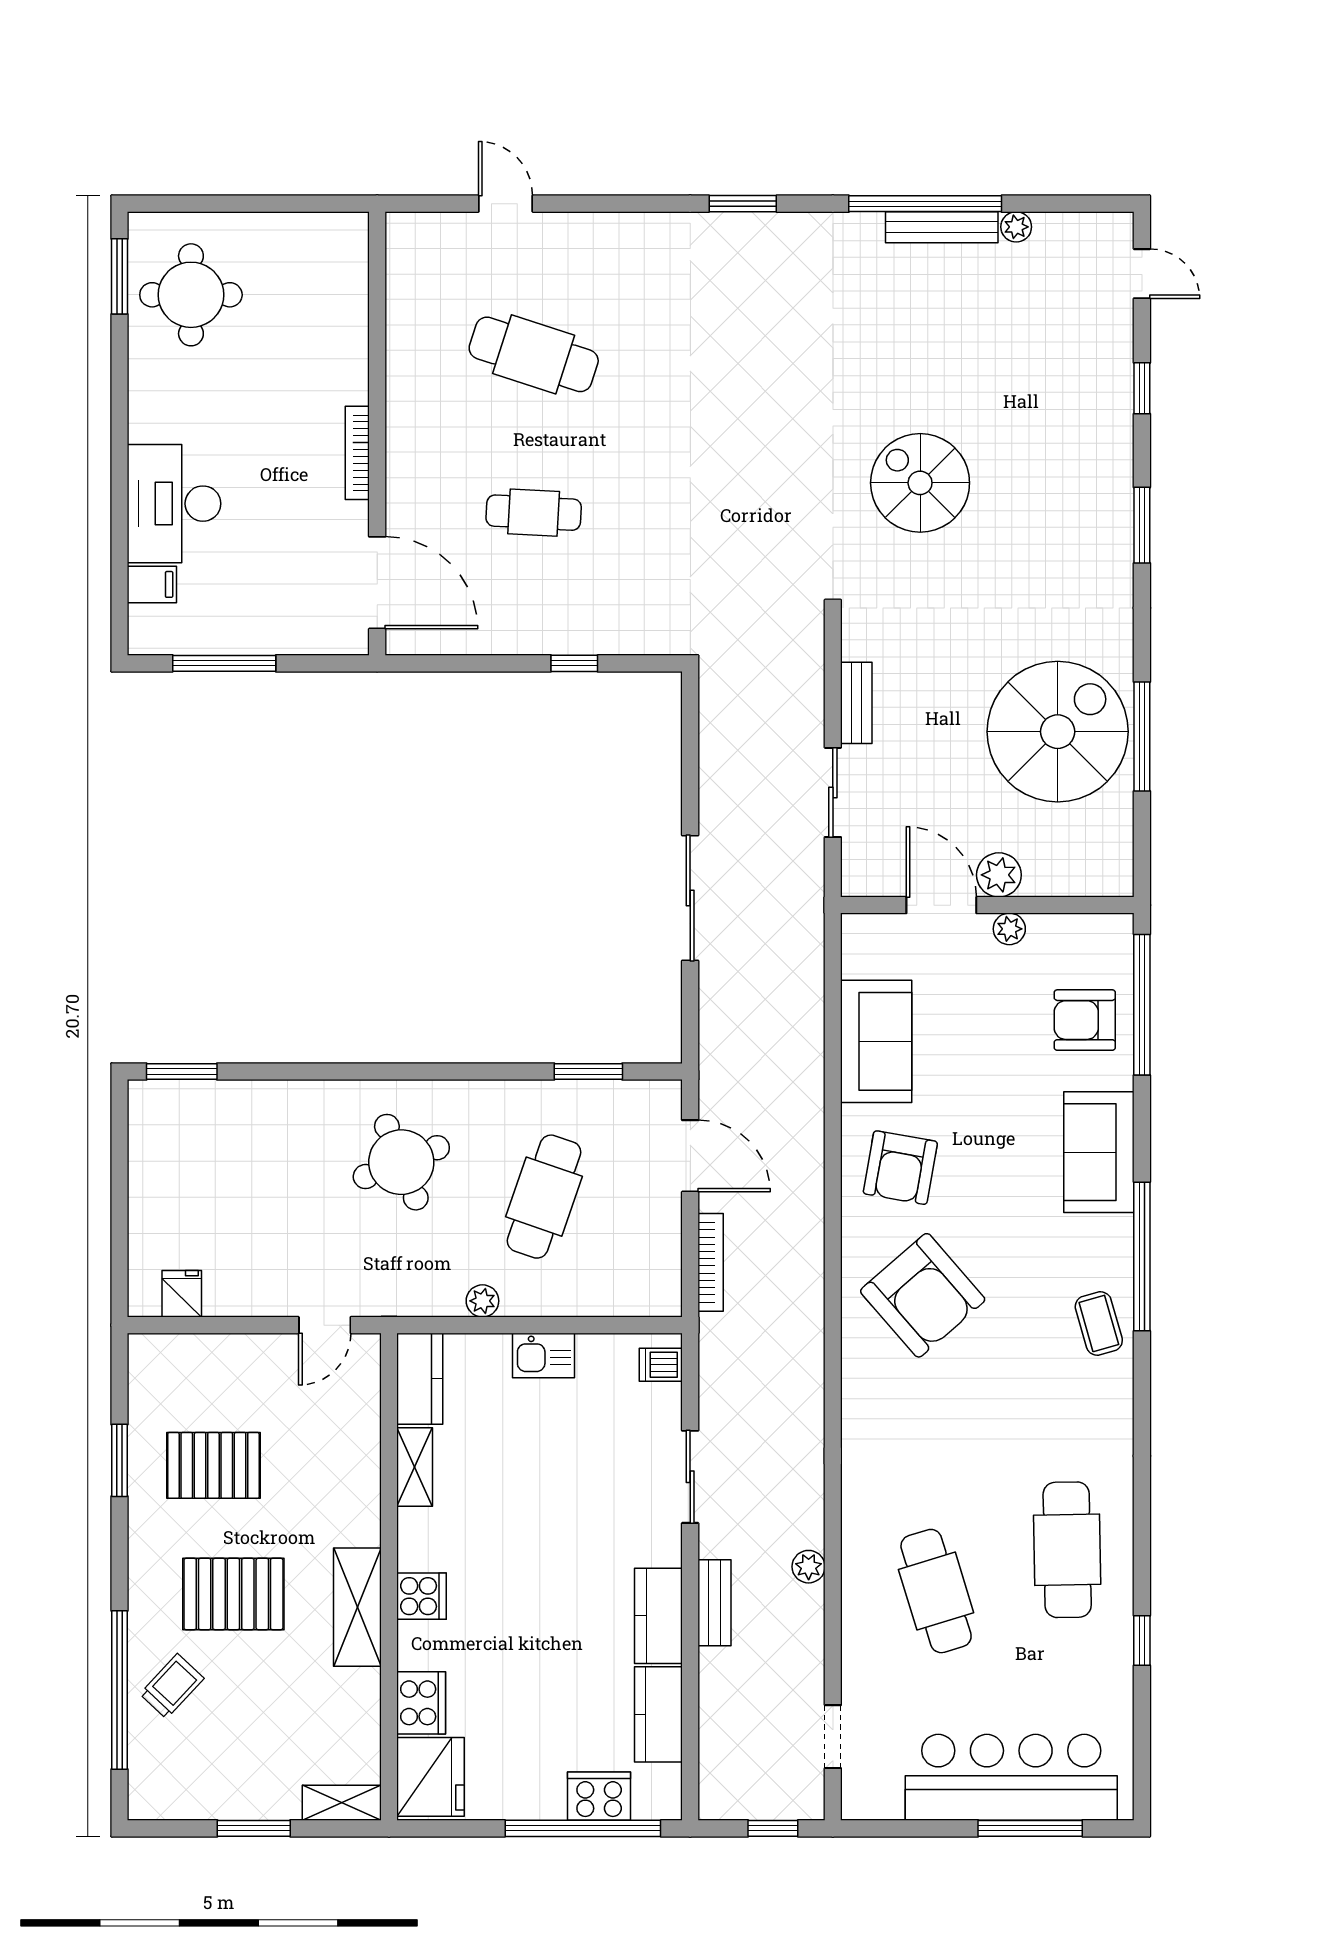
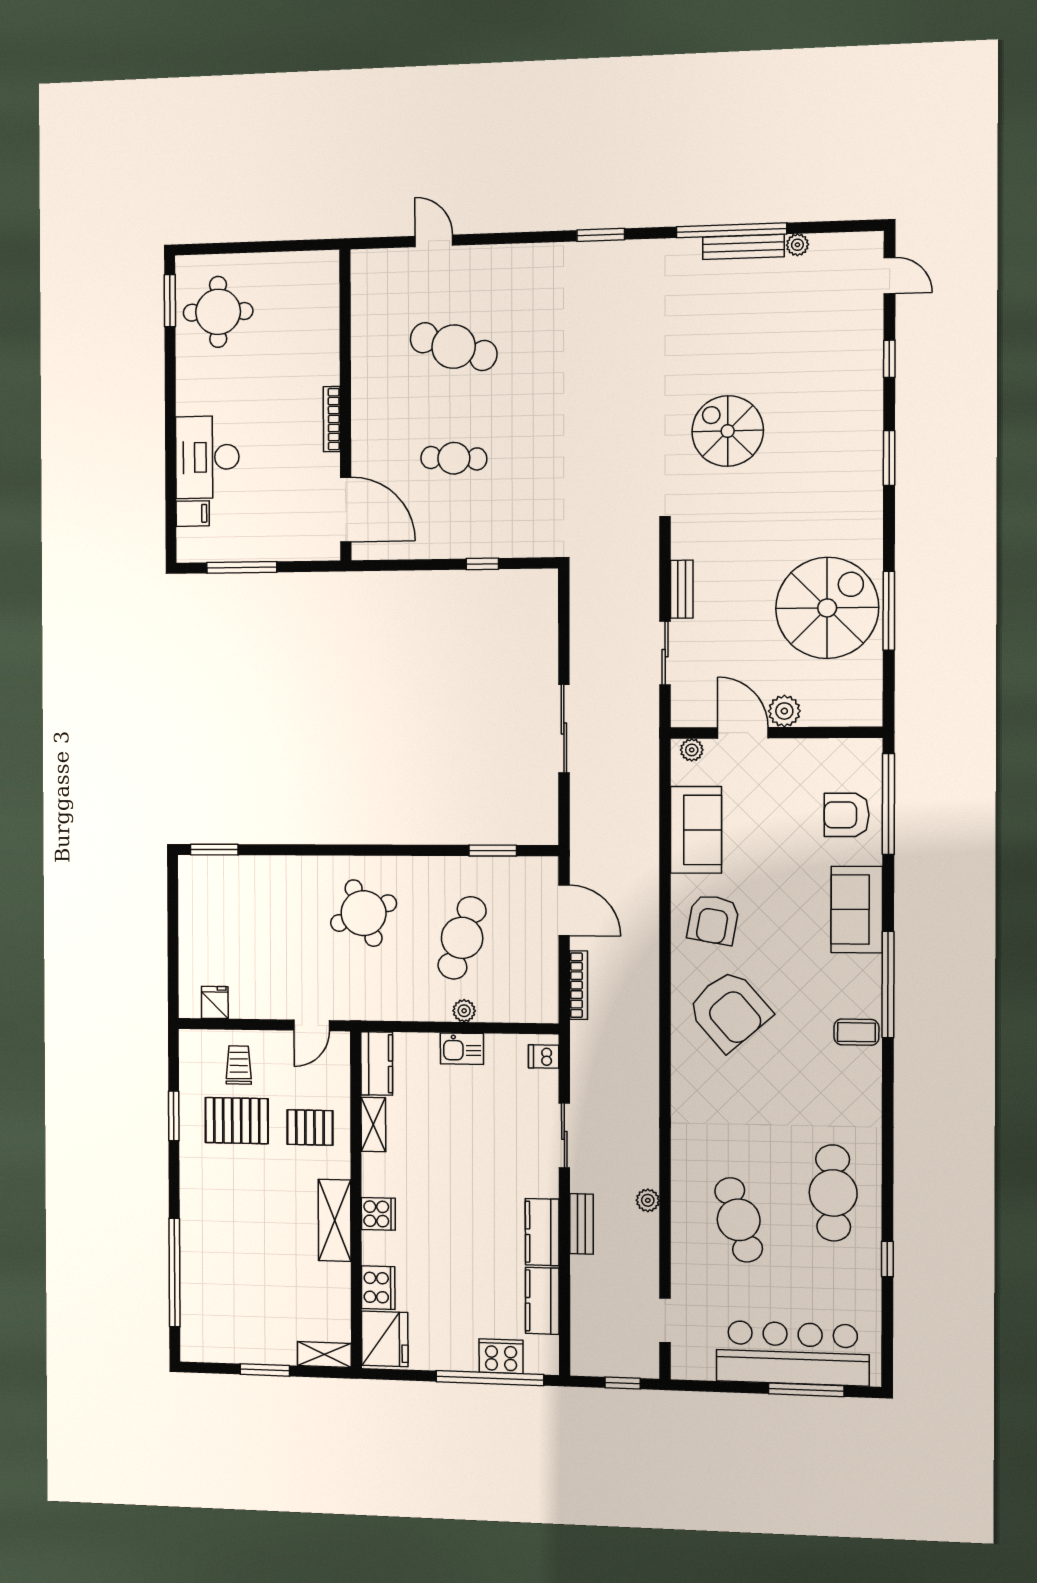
plant: (1009, 929) -> (692, 750), moved
plant: (482, 1301) -> (464, 1011), moved
coffee table: (1099, 1323) -> (856, 1032), turned -74
pallet: (233, 1594) -> (310, 1128), moved, width x0.67, depth x0.71
trolley: (172, 1686) -> (239, 1065), moved, turned -43

